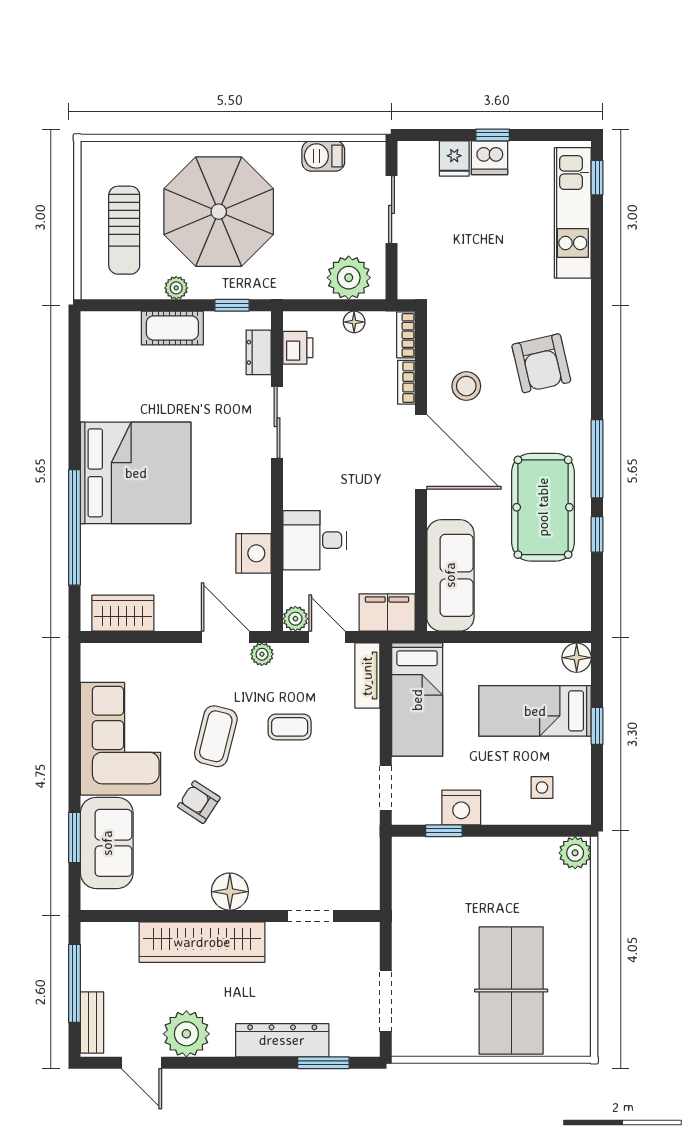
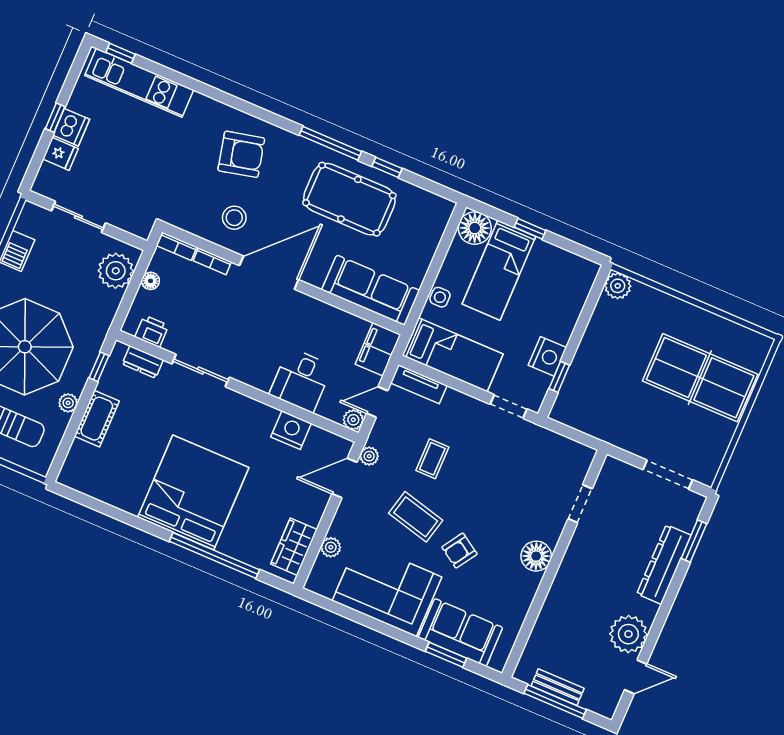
plant: (140, 655) -> (331, 547), added
floor lamp: (577, 658) -> (475, 228), width x1.38, depth x1.38
side table: (542, 787) -> (440, 297), moved
wardrobe: (202, 942) -> (565, 593), removed
bench: (92, 1022) -> (558, 687), moved

